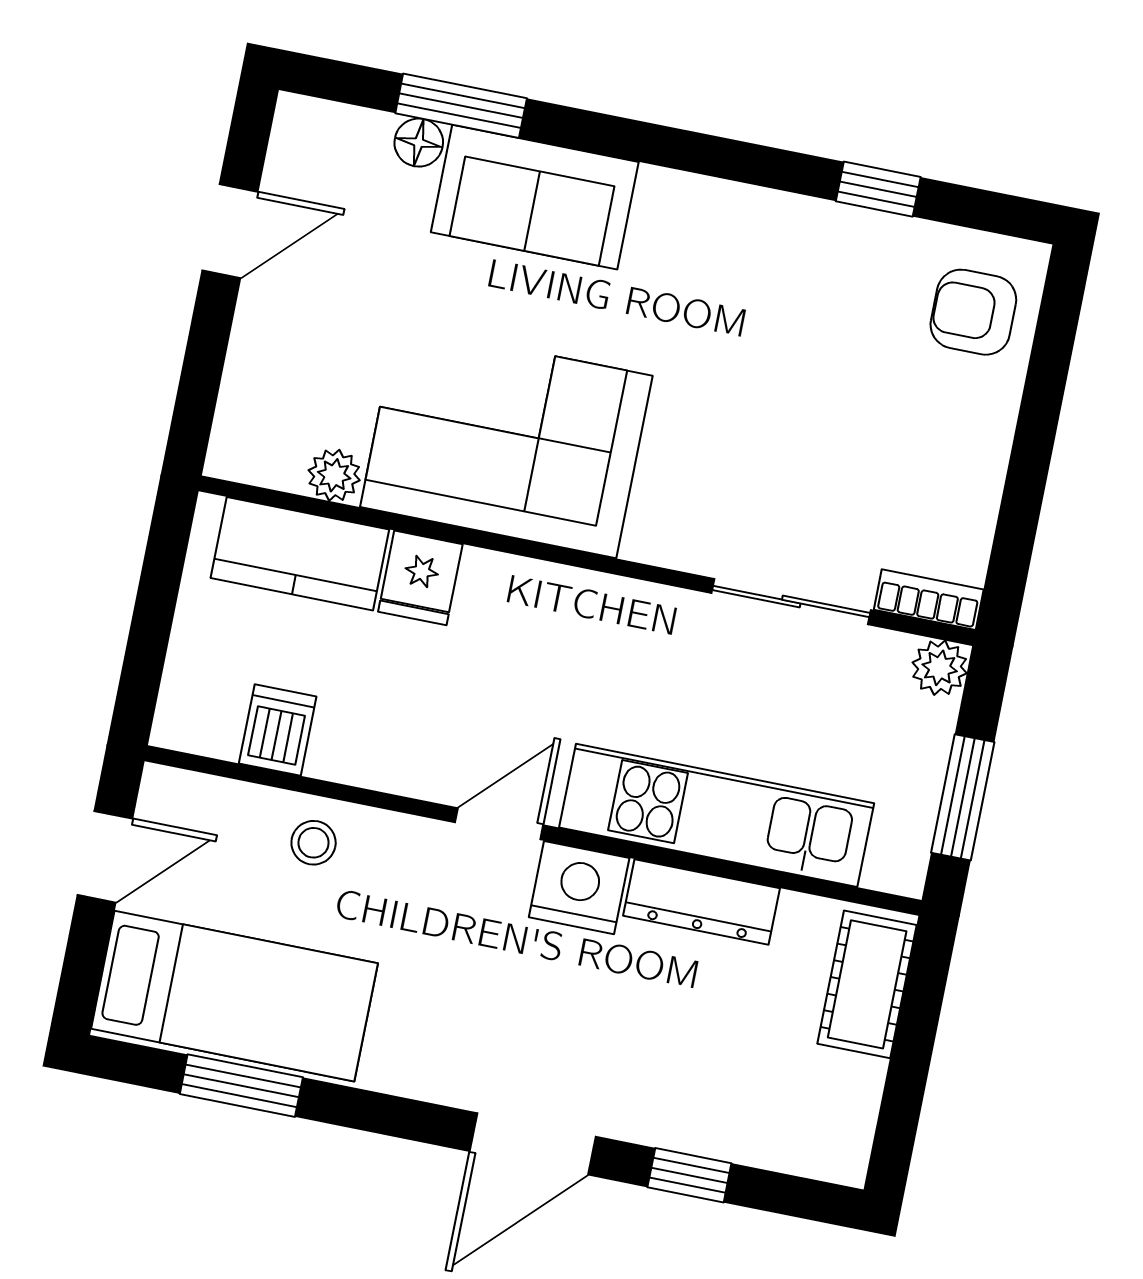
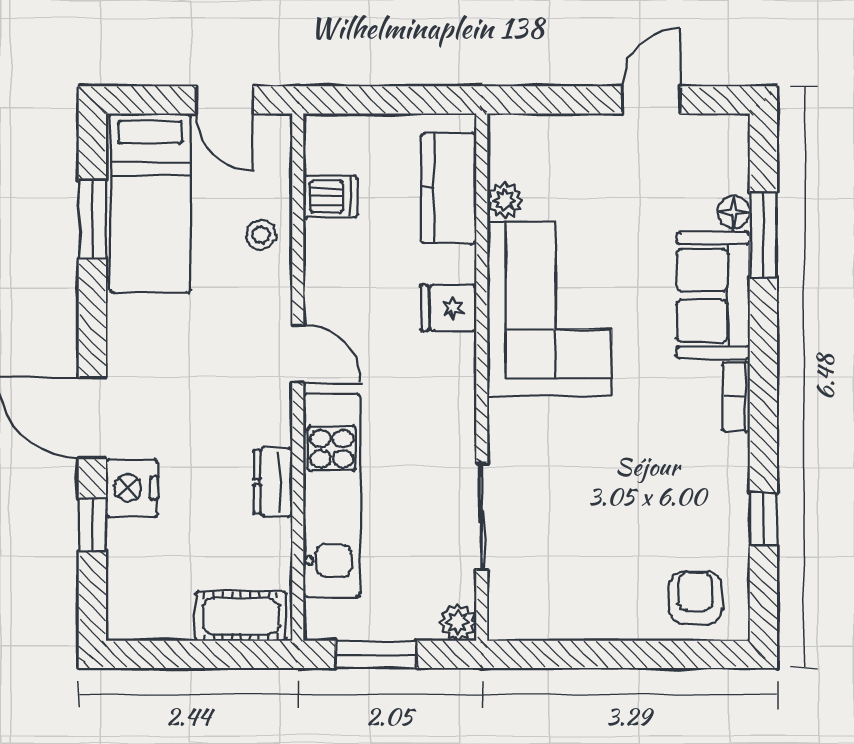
door: (230, 231) -> (651, 100), swing flipped
fridge: (420, 578) -> (449, 308), moved
bookcase: (929, 600) -> (736, 397), moved, turned 180
nightstand: (579, 888) -> (132, 488), moved, turned 180
dresser: (702, 902) -> (273, 482), width x0.70

